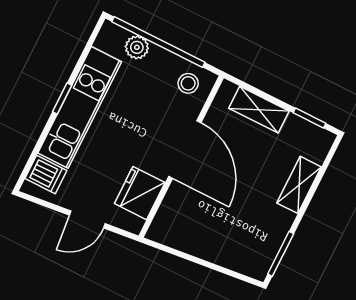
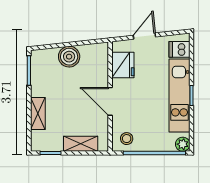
plant: (137, 47) -> (183, 144), moved
door: (185, 150) -> (110, 101), width x0.73
boiler: (212, 245) -> (69, 57), added

